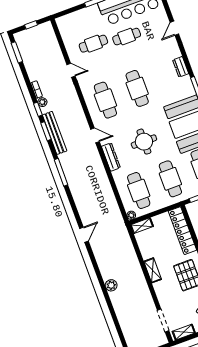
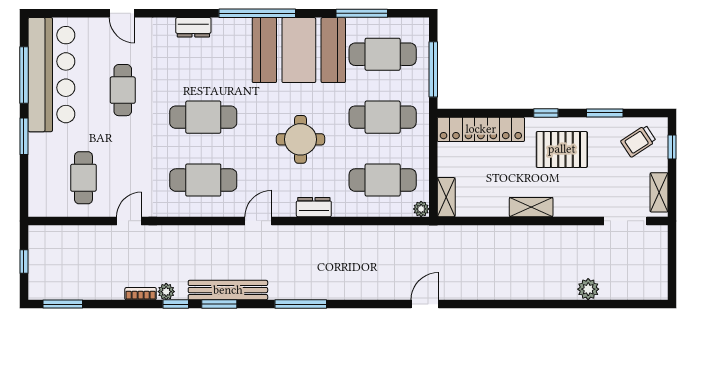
cafe table: (127, 37) -> (123, 90), moved
cafe table: (93, 44) -> (83, 178), moved
dresser: (111, 157) -> (314, 207), width x0.70
door: (84, 235) -> (425, 304), hinge flipped
plant: (111, 285) -> (588, 289), moved

